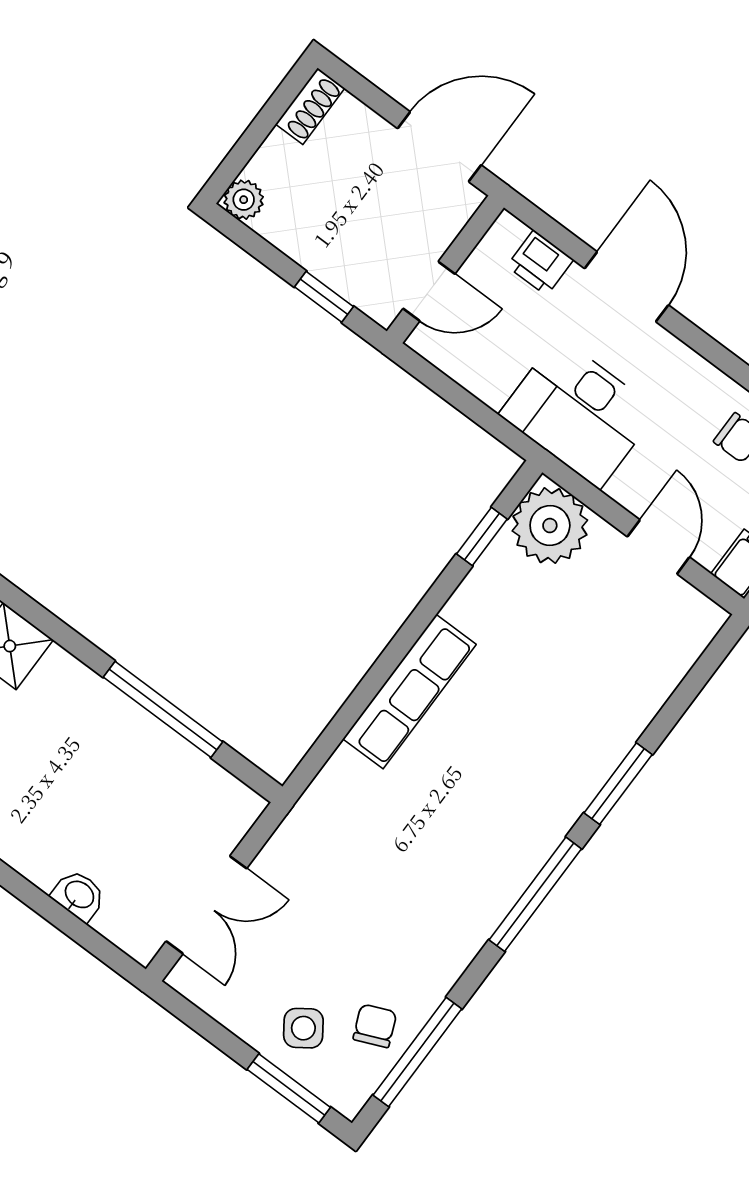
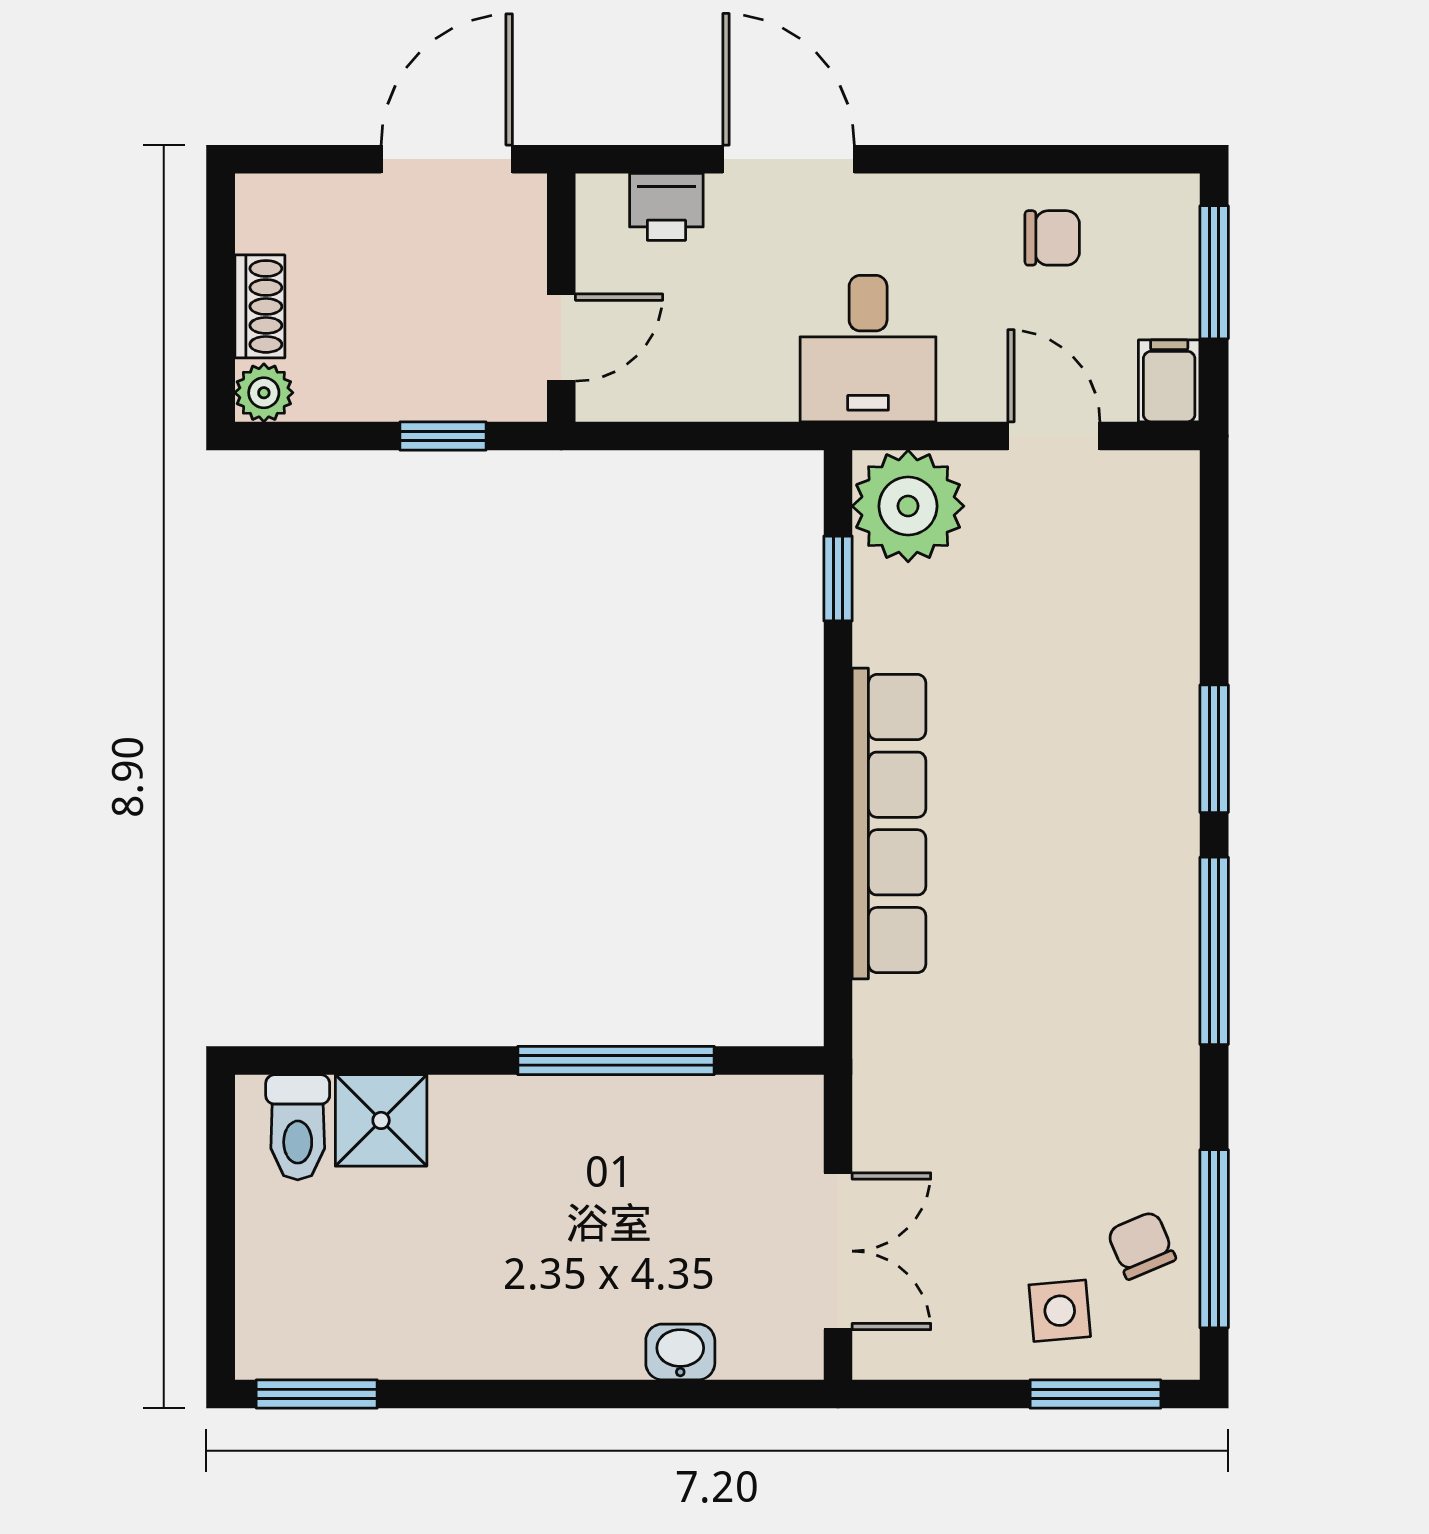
shoe rack: (310, 106) -> (260, 306), moved
desk: (579, 413) -> (868, 349), width x0.73
row of seats: (409, 692) -> (889, 824), width x1.36
side table: (303, 1028) -> (1060, 1311), turned 30

